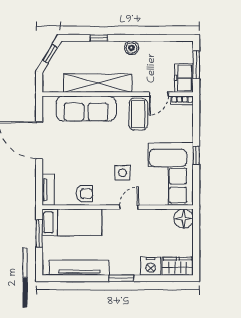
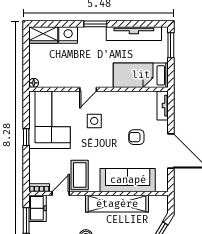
armchair: (84, 194) -> (136, 137), moved
floor lamp: (184, 219) -> (34, 83), width x0.53, depth x0.53
window: (39, 233) -> (171, 45), moved

